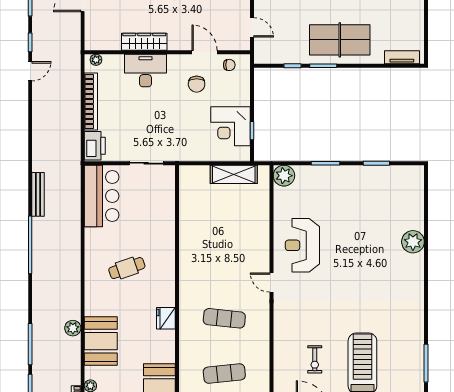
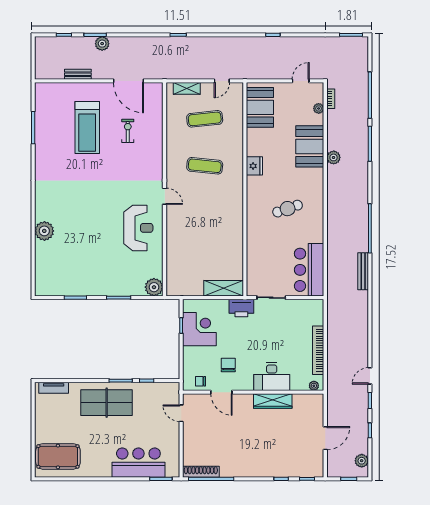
printer: (95, 146) -> (241, 308), moved, turned -90
shelving: (234, 174) -> (224, 288), moved

